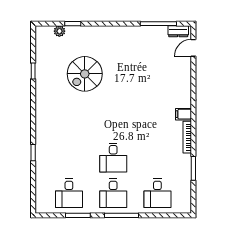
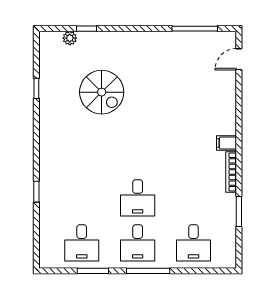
dresser: (178, 31) -> (220, 38), removed
spiral stairs: (85, 74) -> (102, 92), turned -90

